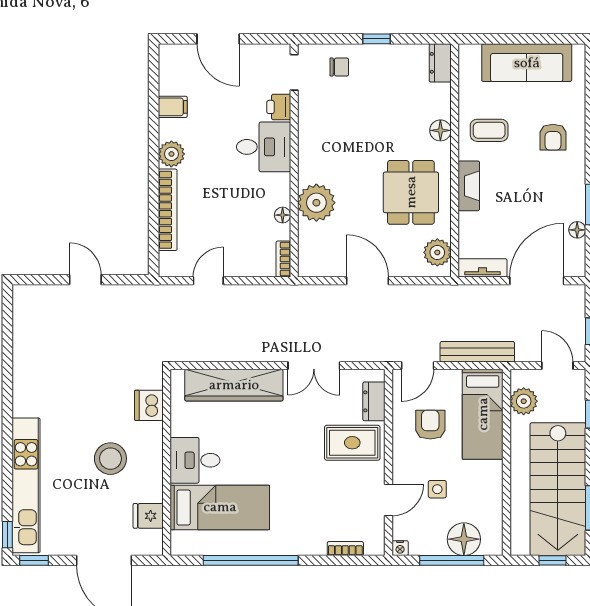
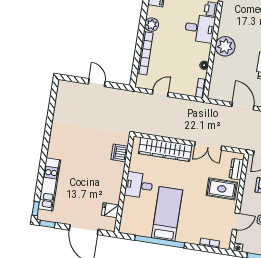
plant: (316, 203) -> (225, 46), moved
stool: (110, 459) -> (95, 177), removed
kitchen unit: (26, 485) -> (49, 184), width x0.73
bed: (220, 507) -> (167, 214), moved, turned -90

